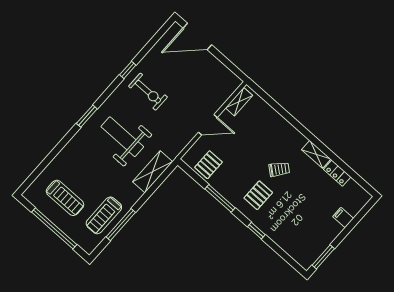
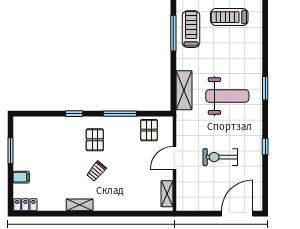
exercise bike: (148, 92) -> (220, 157), moved
locker: (337, 173) -> (25, 205), moved
window: (323, 257) -> (10, 151), moved

